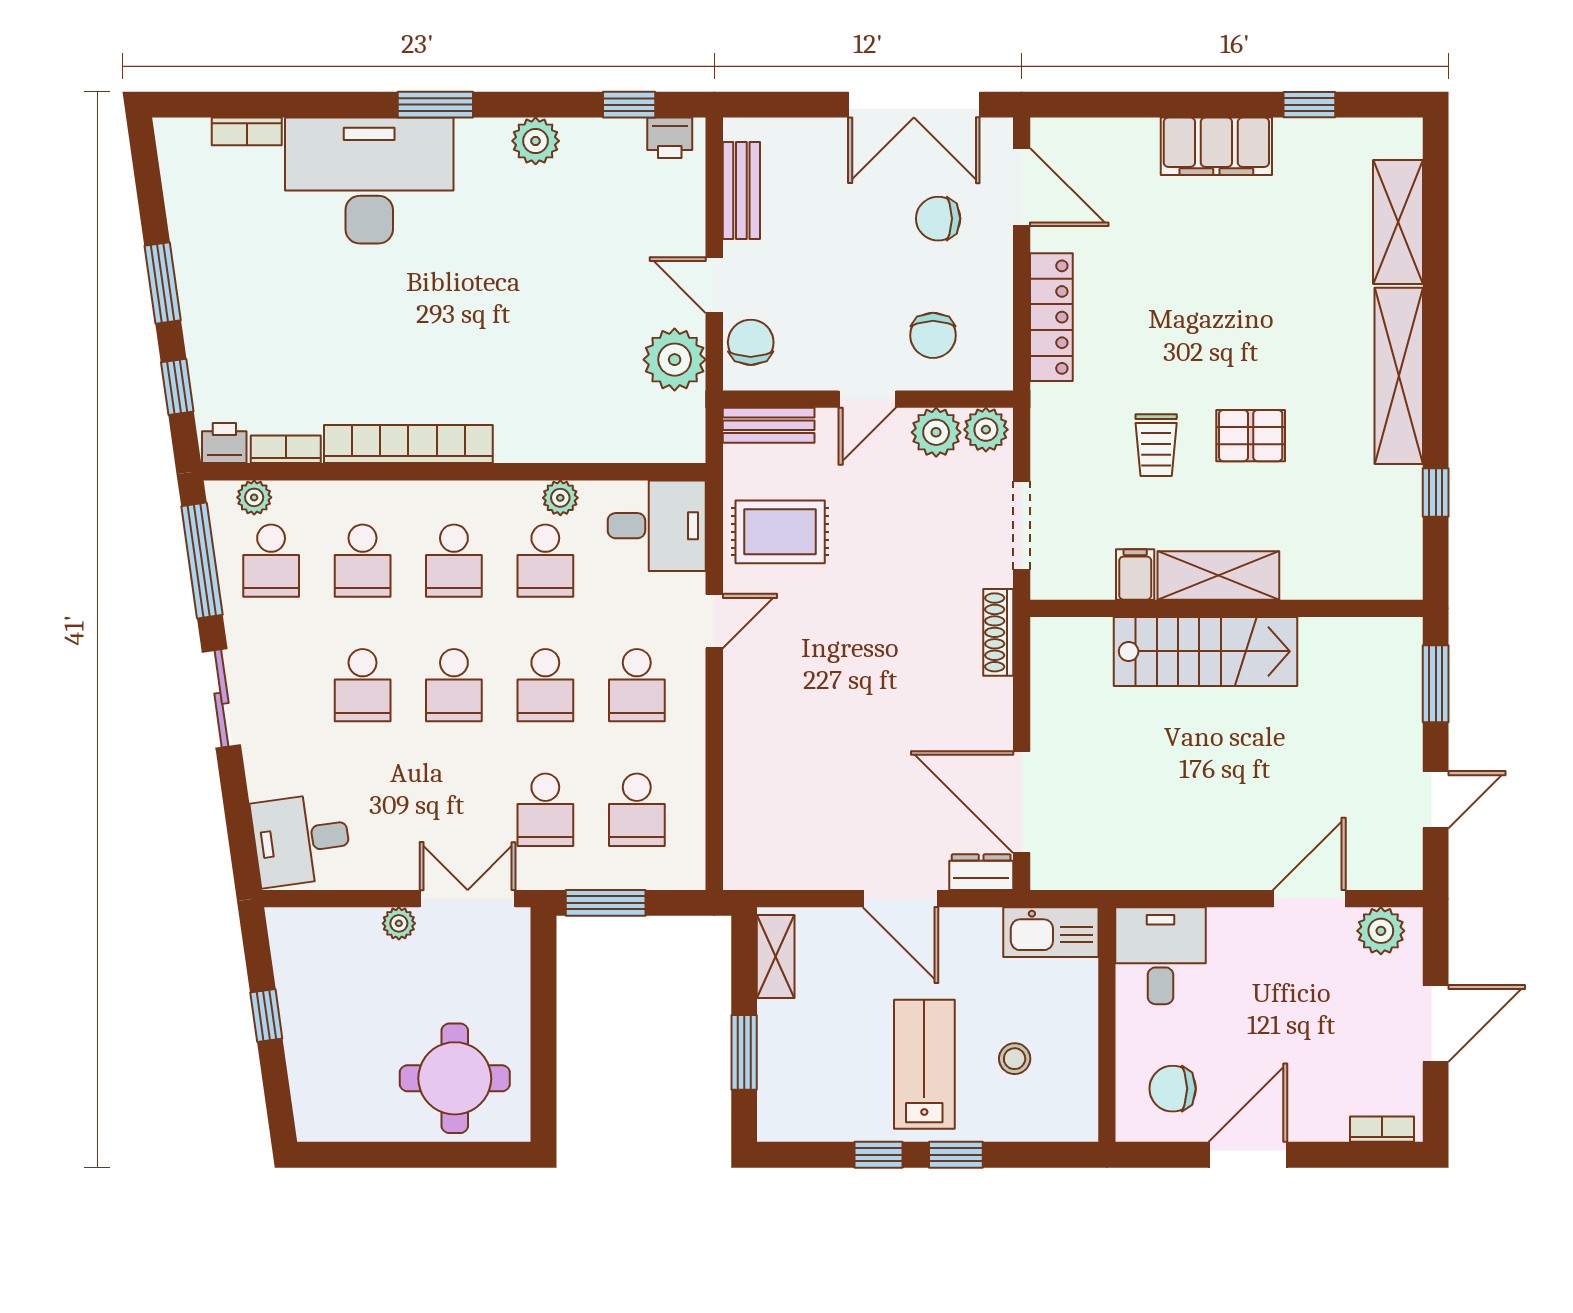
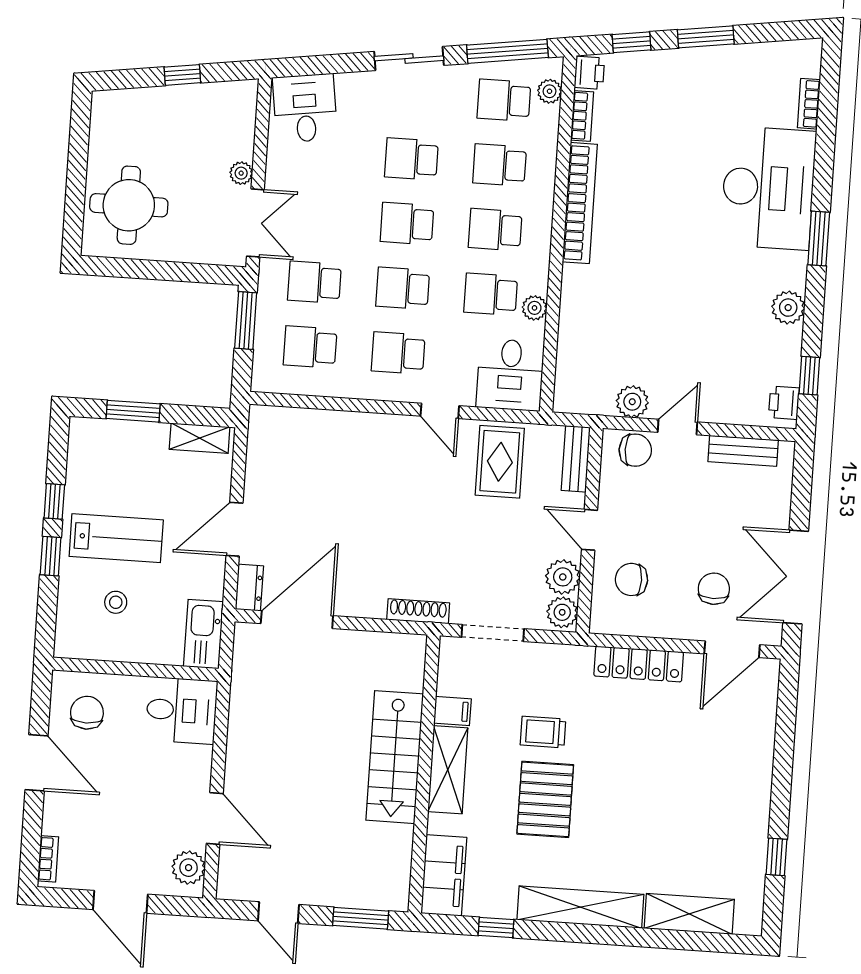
filing cabinet: (1216, 146) -> (444, 875), moved, turned 180
plant: (675, 360) -> (632, 402), width x0.73, depth x0.73
pallet: (1251, 436) -> (545, 799), width x1.50, depth x1.42

